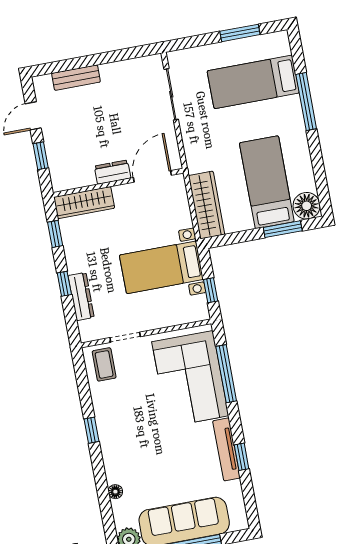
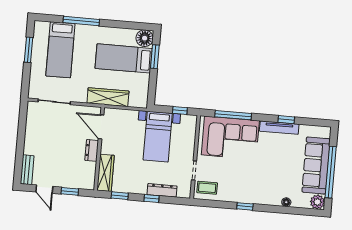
bench: (76, 78) -> (27, 170), moved
wardrobe: (207, 205) -> (108, 97), moved

